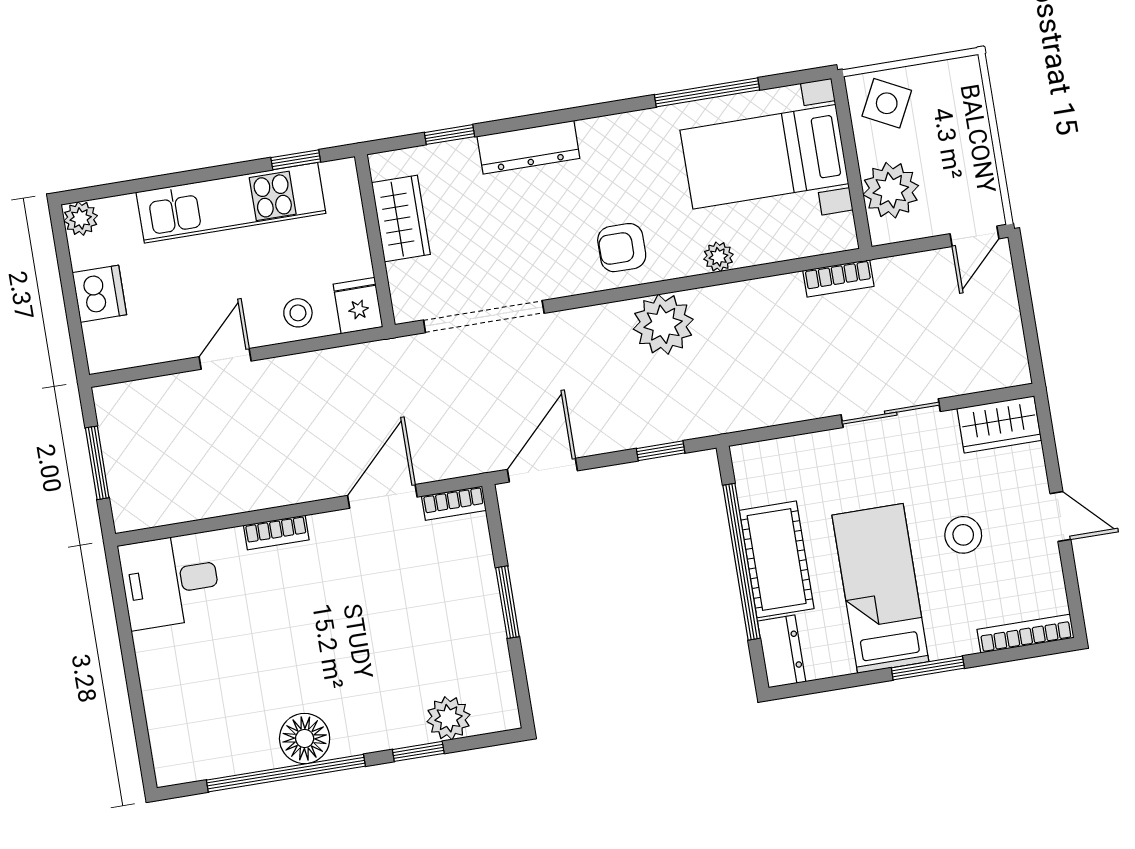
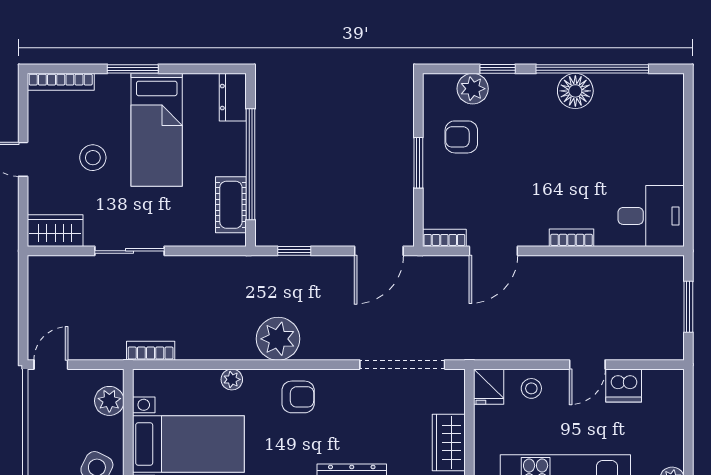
plant: (891, 190) -> (109, 401), width x0.73, depth x0.73
dishwasher: (99, 294) -> (624, 385), moved, turned -90
cot: (777, 559) -> (231, 205), moved, width x0.73, depth x0.75
armchair: (453, 648) -> (461, 137), added

